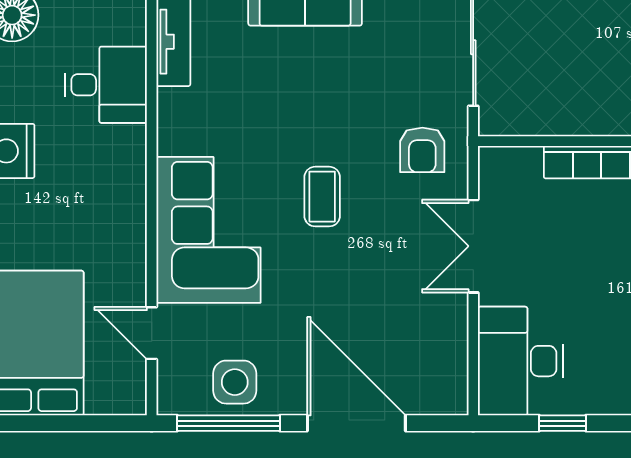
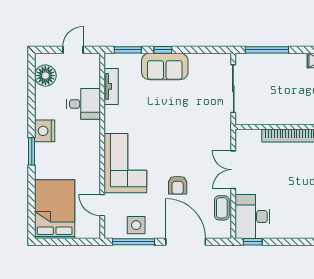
armchair: (422, 150) -> (178, 185), moved
coffee table: (322, 197) -> (222, 208), moved
window: (563, 423) -> (253, 242), moved

